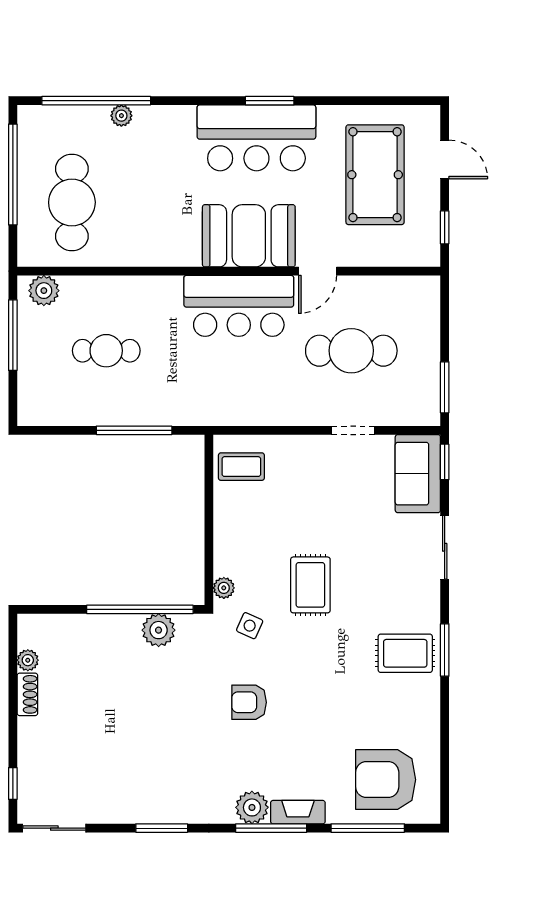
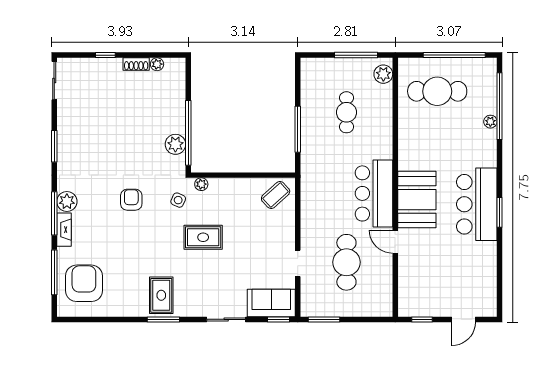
pool table: (375, 175) -> (454, 277), removed
coffee table: (241, 467) -> (276, 195), turned 48
window: (13, 784) -> (105, 55), moved

